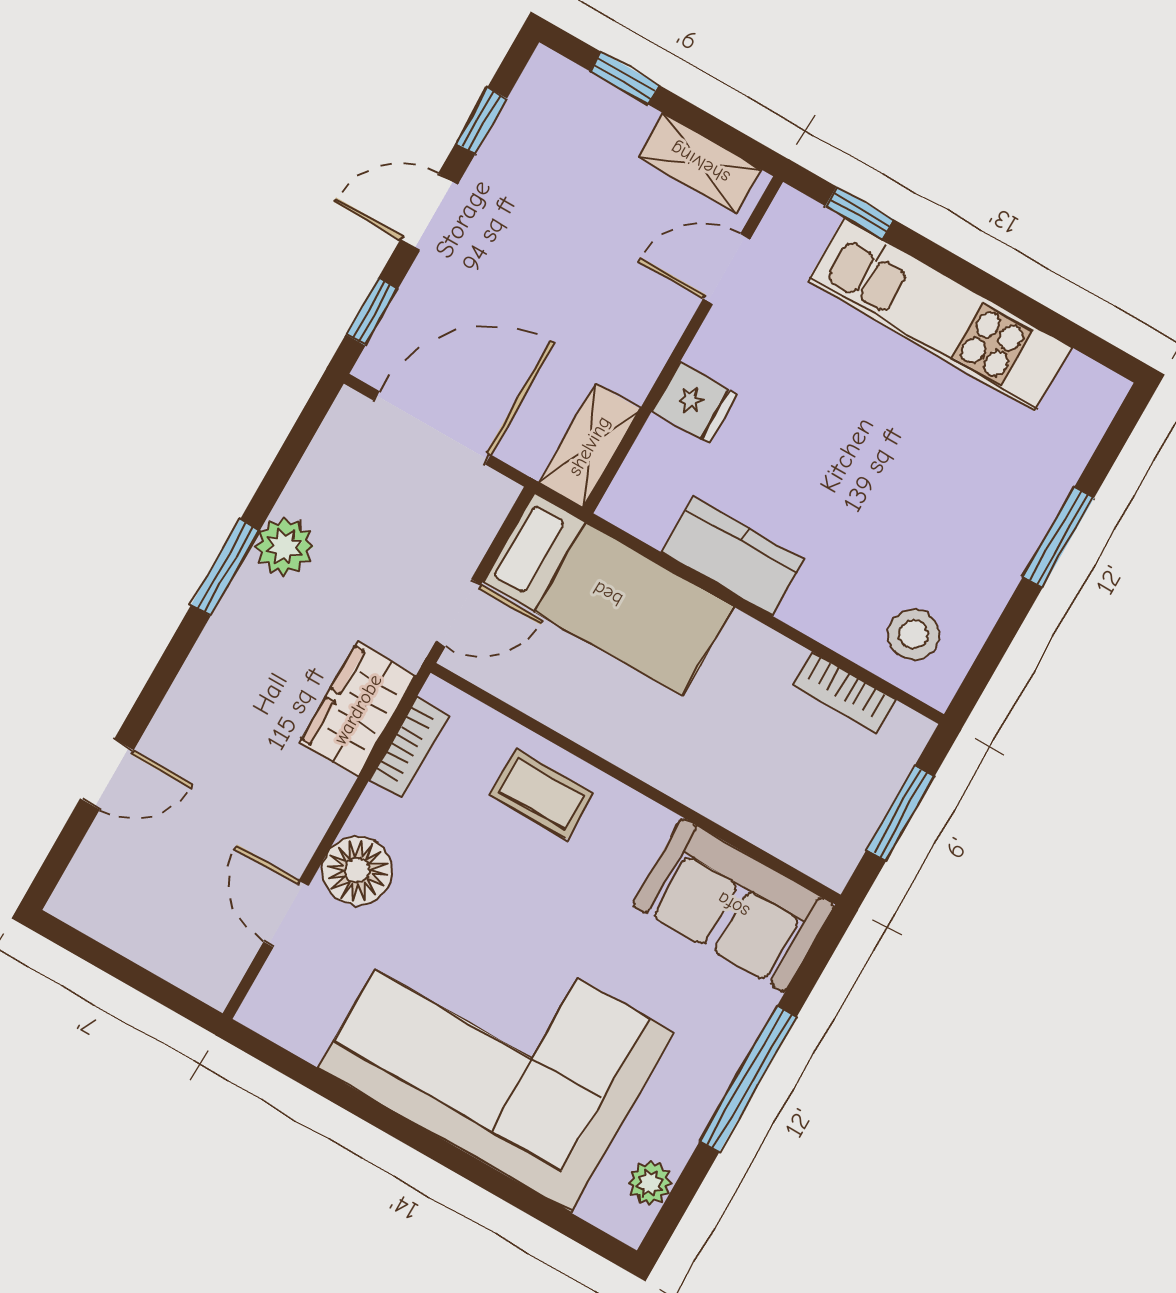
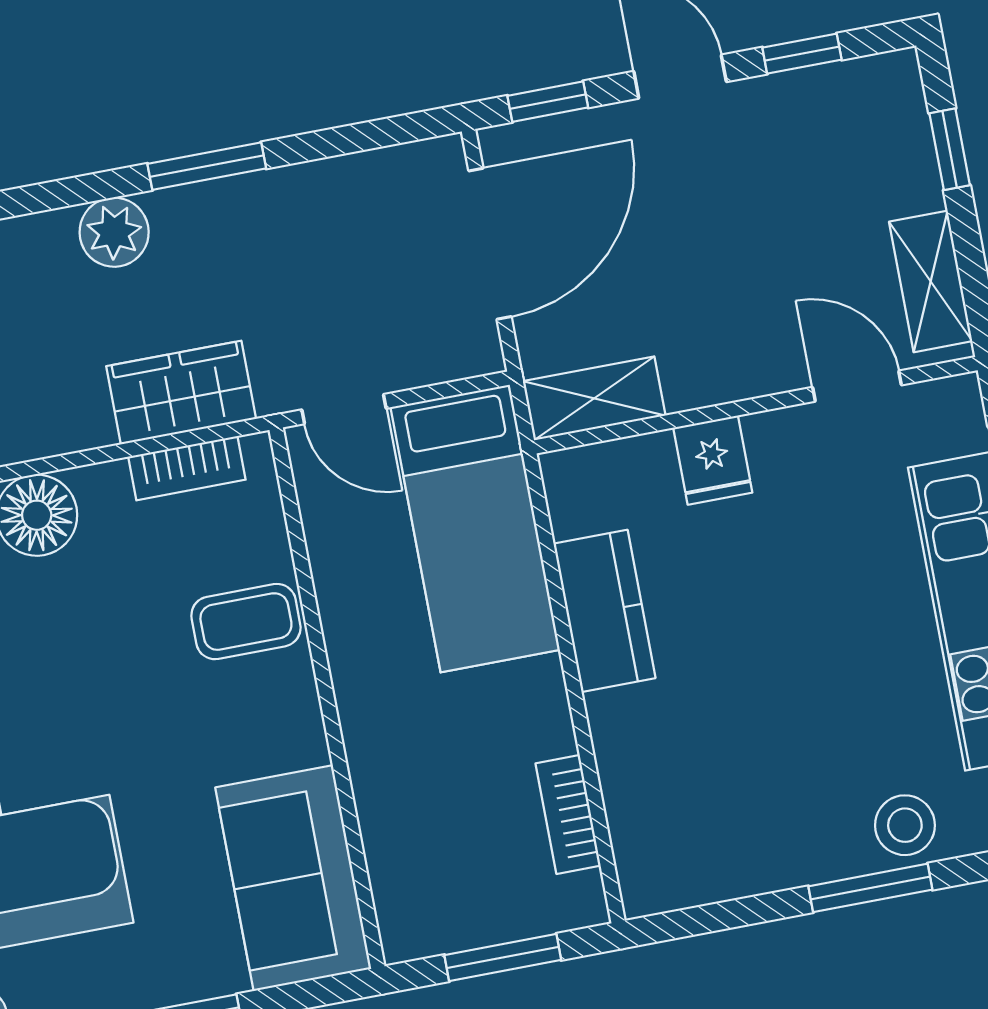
door: (432, 427) -> (490, 244), hinge flipped
plant: (284, 547) -> (114, 232), moved
stool: (914, 634) -> (905, 825), moved
coffee table: (541, 794) -> (246, 622), turned 90

